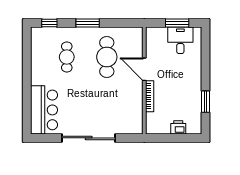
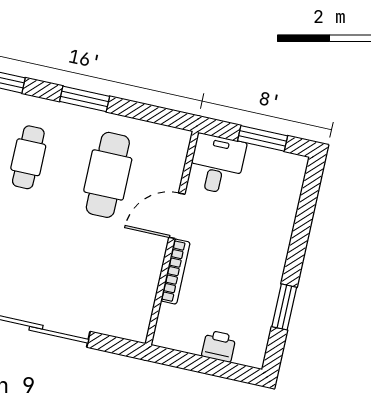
desk: (180, 40) -> (217, 164), moved
door: (144, 69) -> (177, 216), hinge flipped

